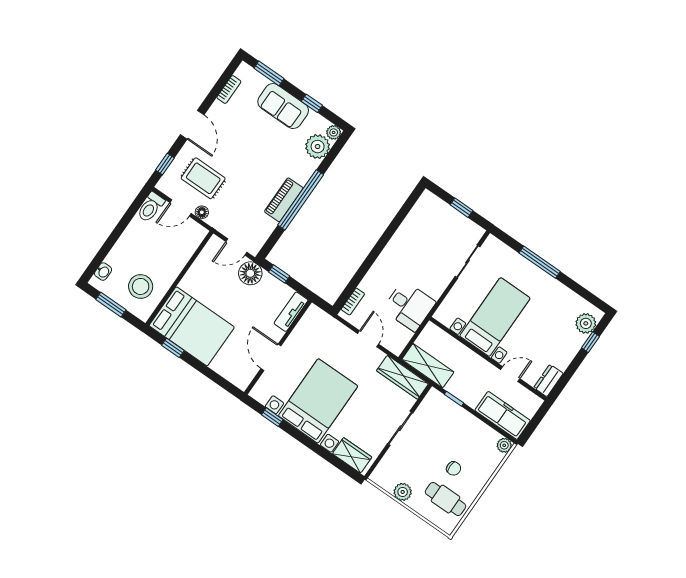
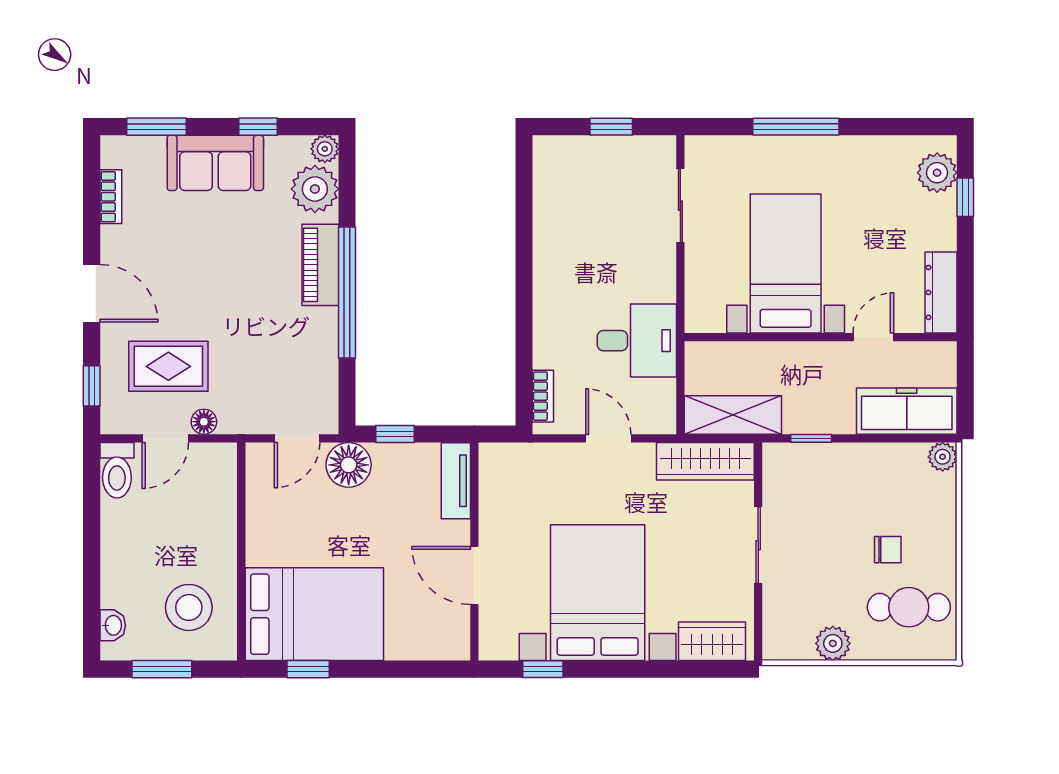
piano: (284, 200) -> (320, 265), moved
dresser: (548, 380) -> (941, 292), width x1.44

